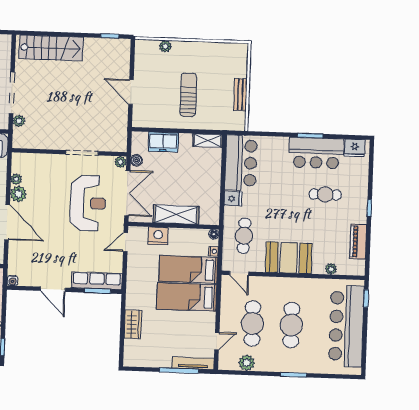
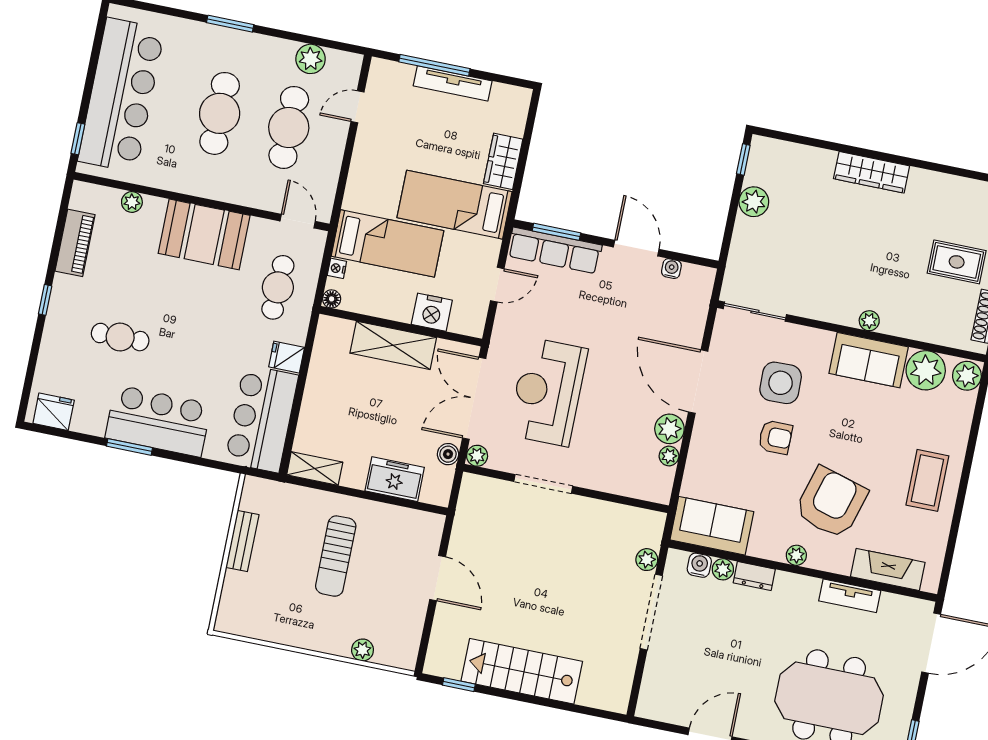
stairs: (51, 48) -> (522, 671), moved
bar counter: (316, 153) -> (158, 421), moved
door: (125, 242) -> (497, 285), moved
water cooler: (13, 281) -> (671, 269), moved
bed: (187, 297) -> (455, 205), moved, turned 180
tv unit: (193, 363) -> (453, 83), moved

